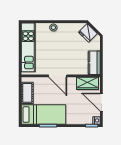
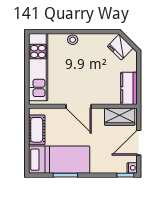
door: (101, 102) -> (139, 143), hinge flipped

